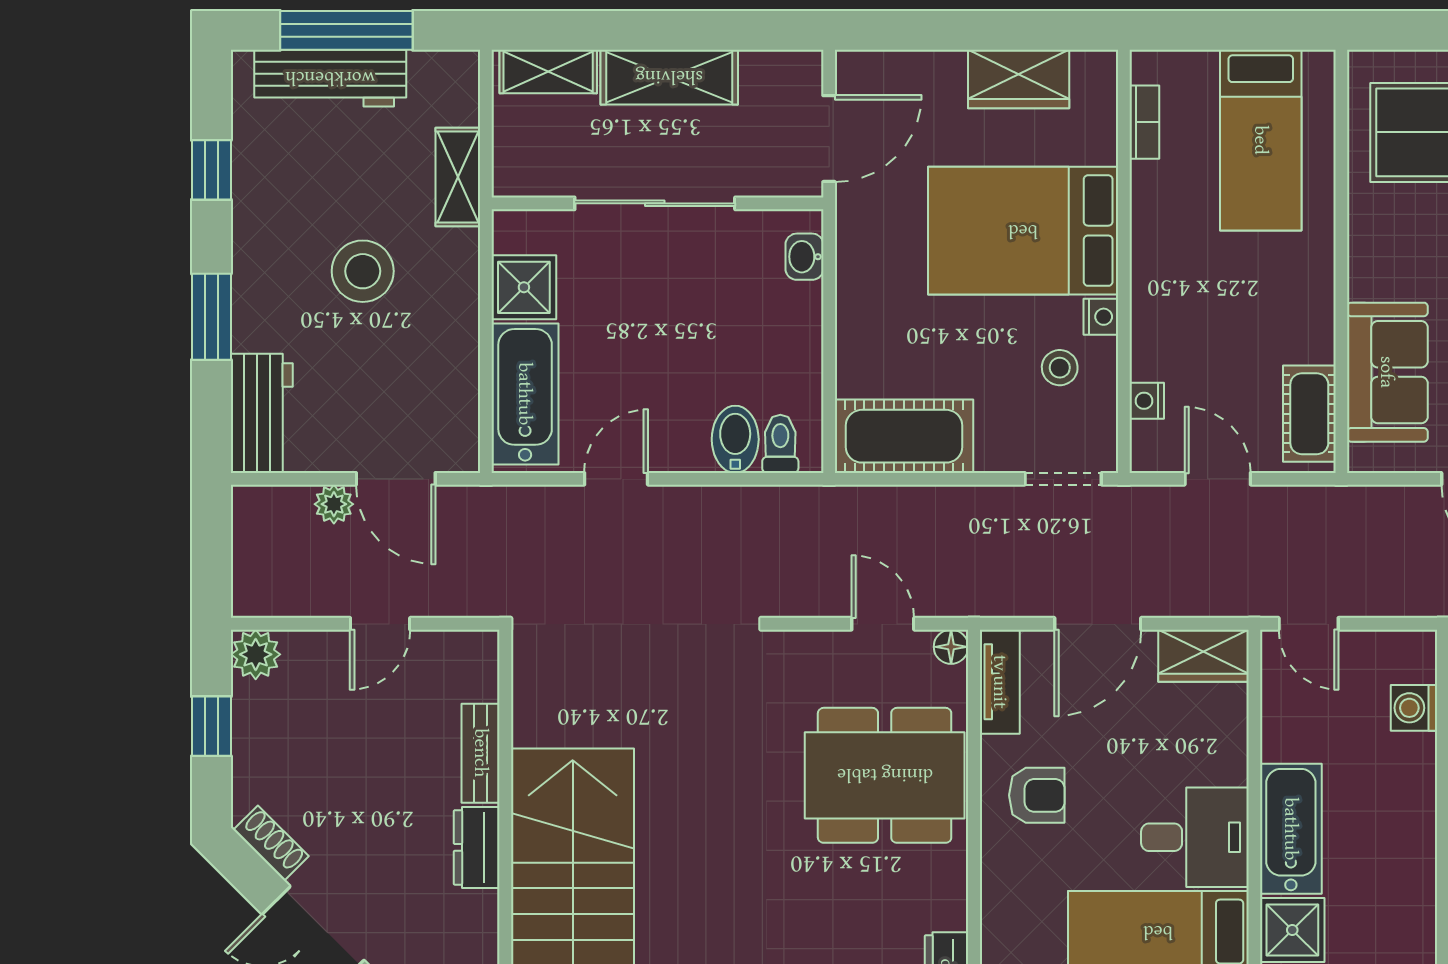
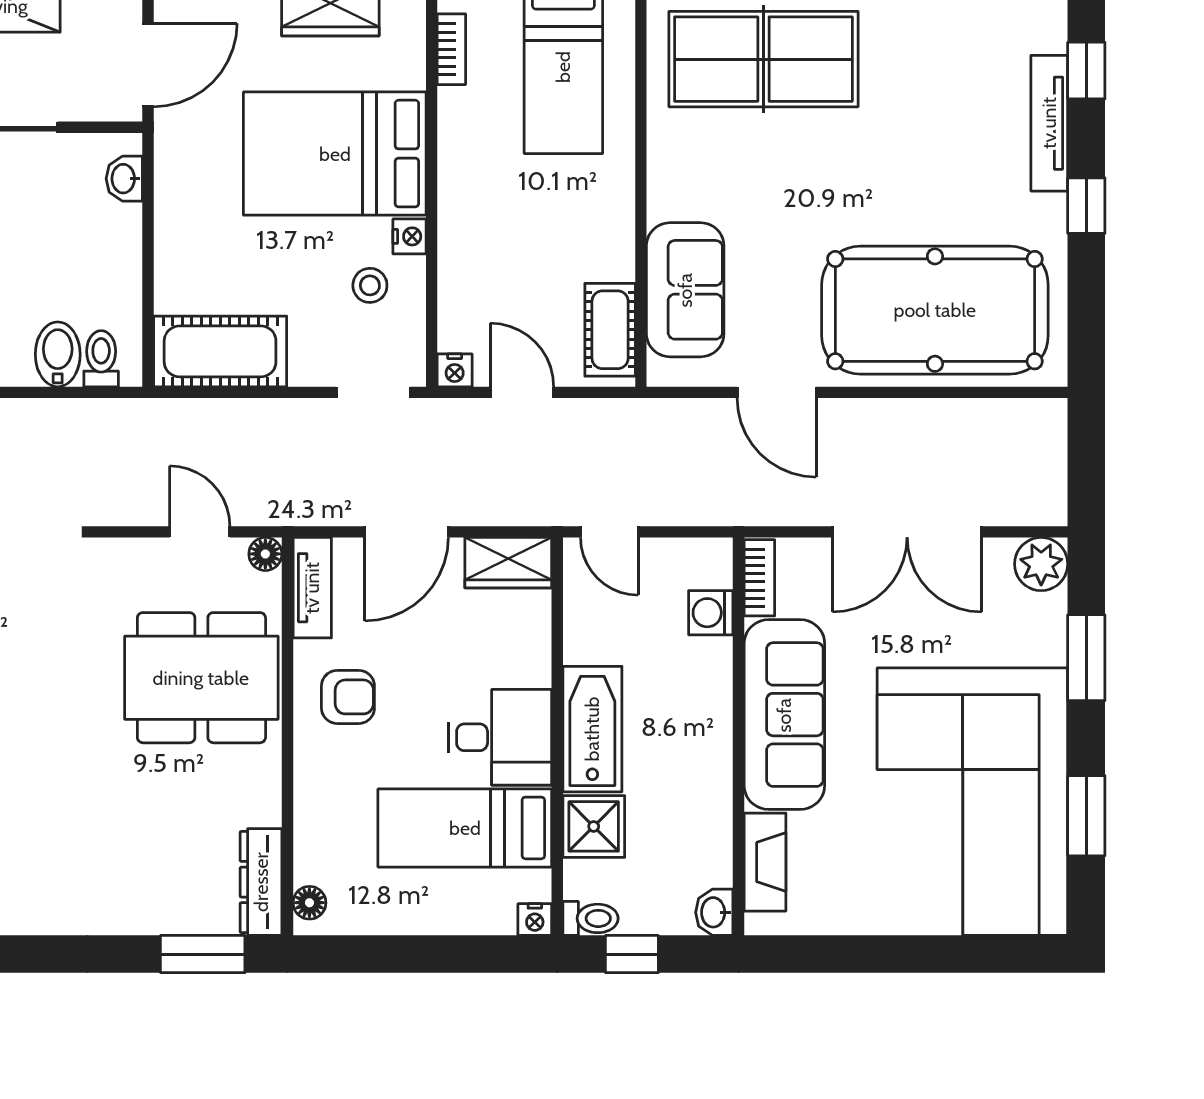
nightstand: (1147, 401) -> (455, 370), moved, turned -90

